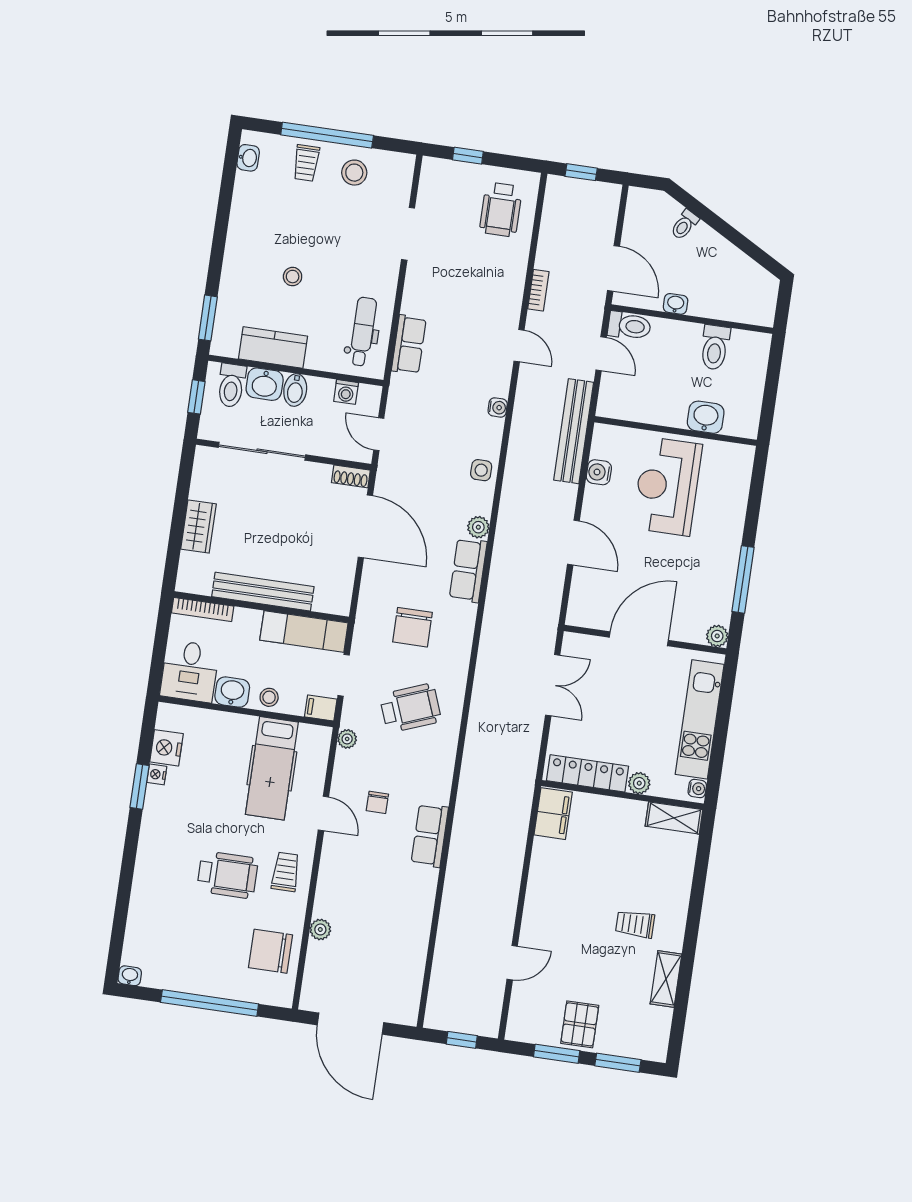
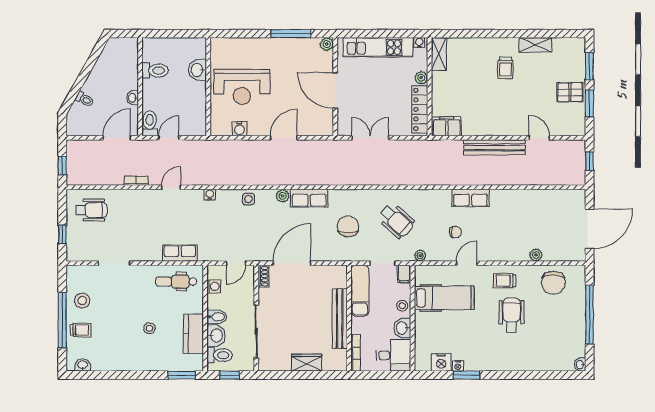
bench: (574, 431) -> (494, 147), moved
chair: (412, 627) -> (348, 226), turned -90
wheelchair: (410, 708) -> (396, 221), turned 153

